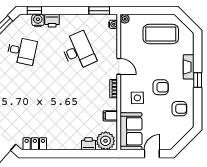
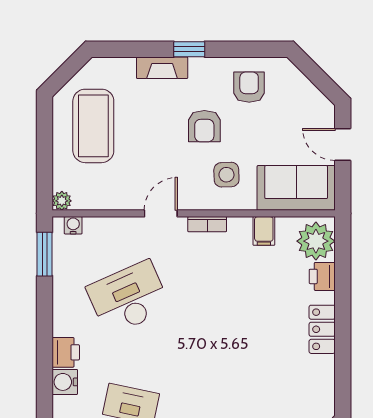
window: (34, 11) -> (45, 389), removed
armchair: (161, 87) -> (204, 126), turned 180
locker: (35, 144) -> (322, 329), moved

